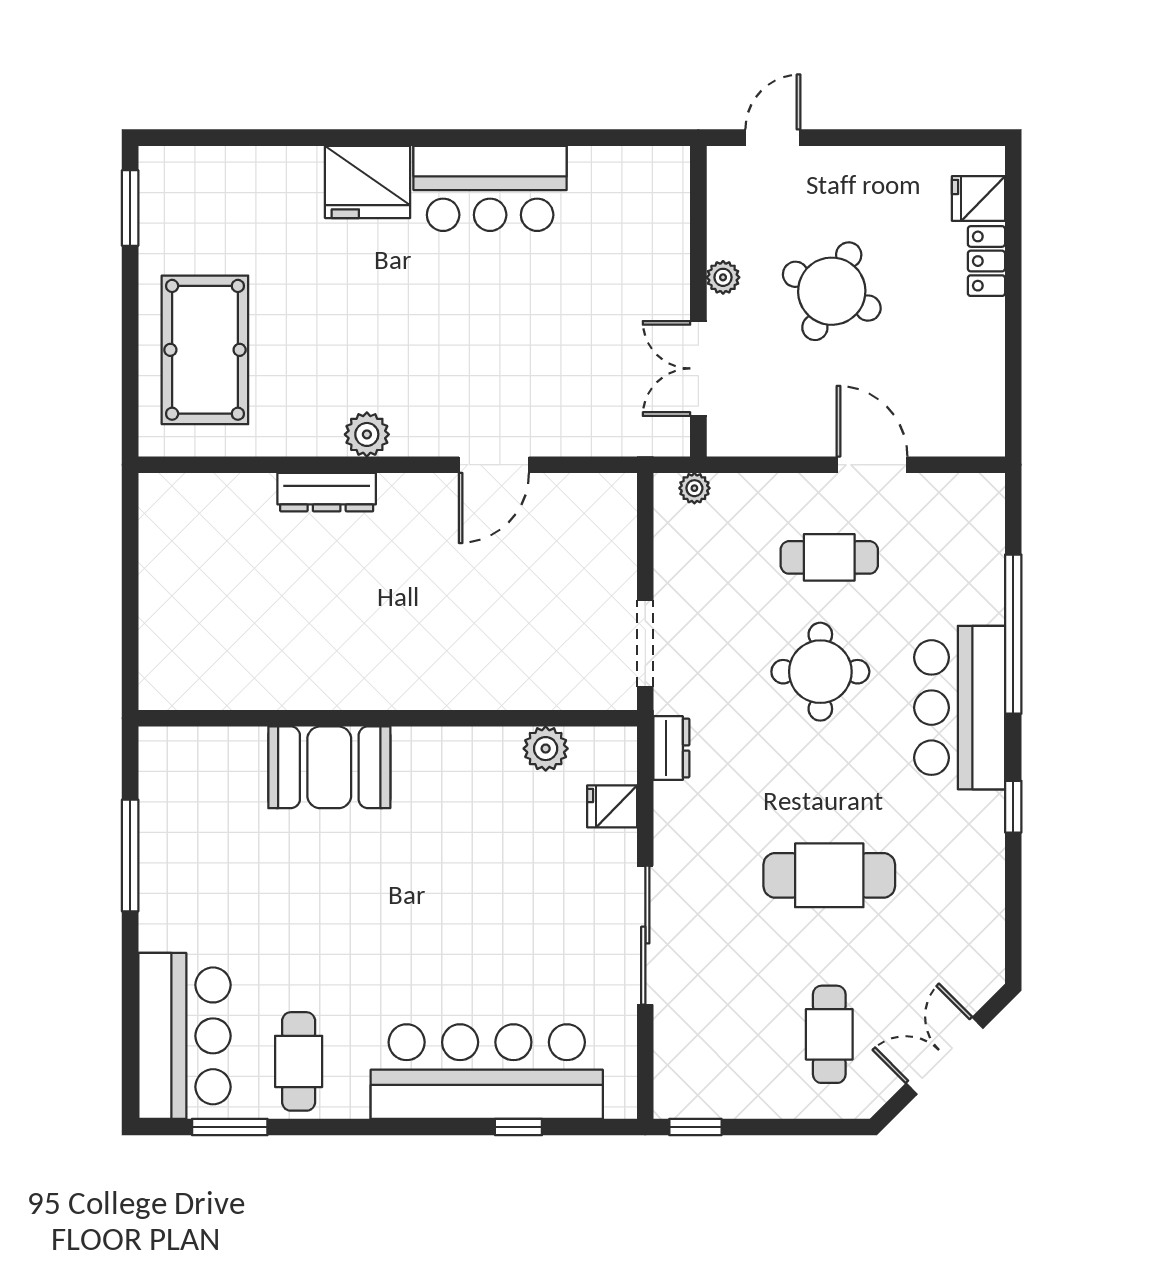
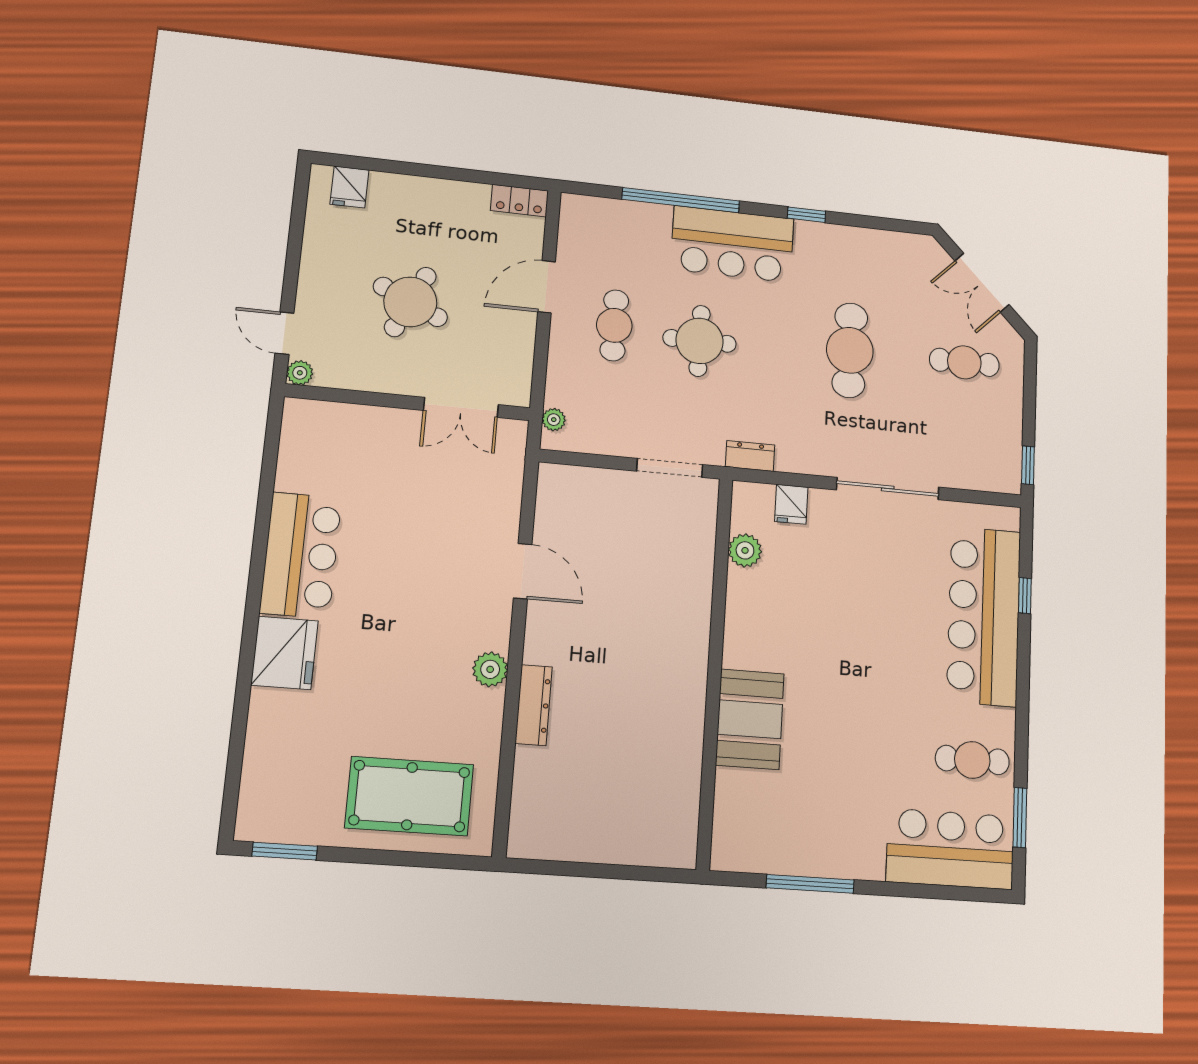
locker: (986, 261) -> (519, 201), moved
plant: (723, 277) -> (300, 373), moved

